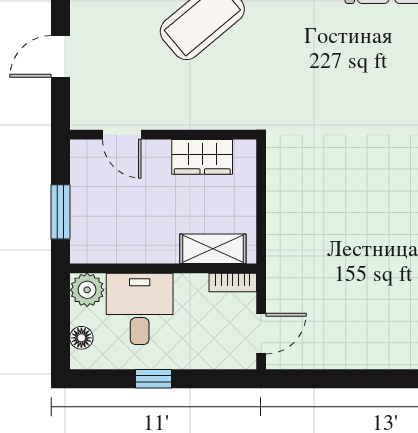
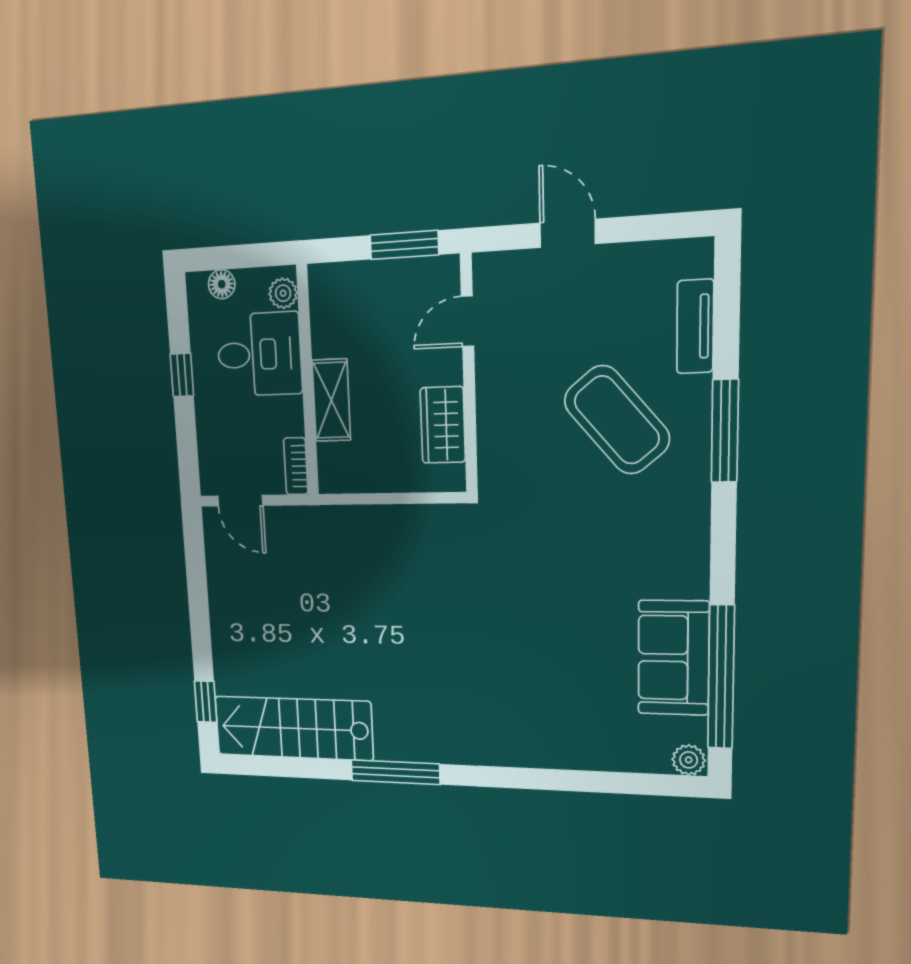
window: (61, 212) -> (404, 245), moved
shelving: (213, 249) -> (331, 400), moved
plant: (87, 290) -> (283, 293), width x0.73, depth x0.73

